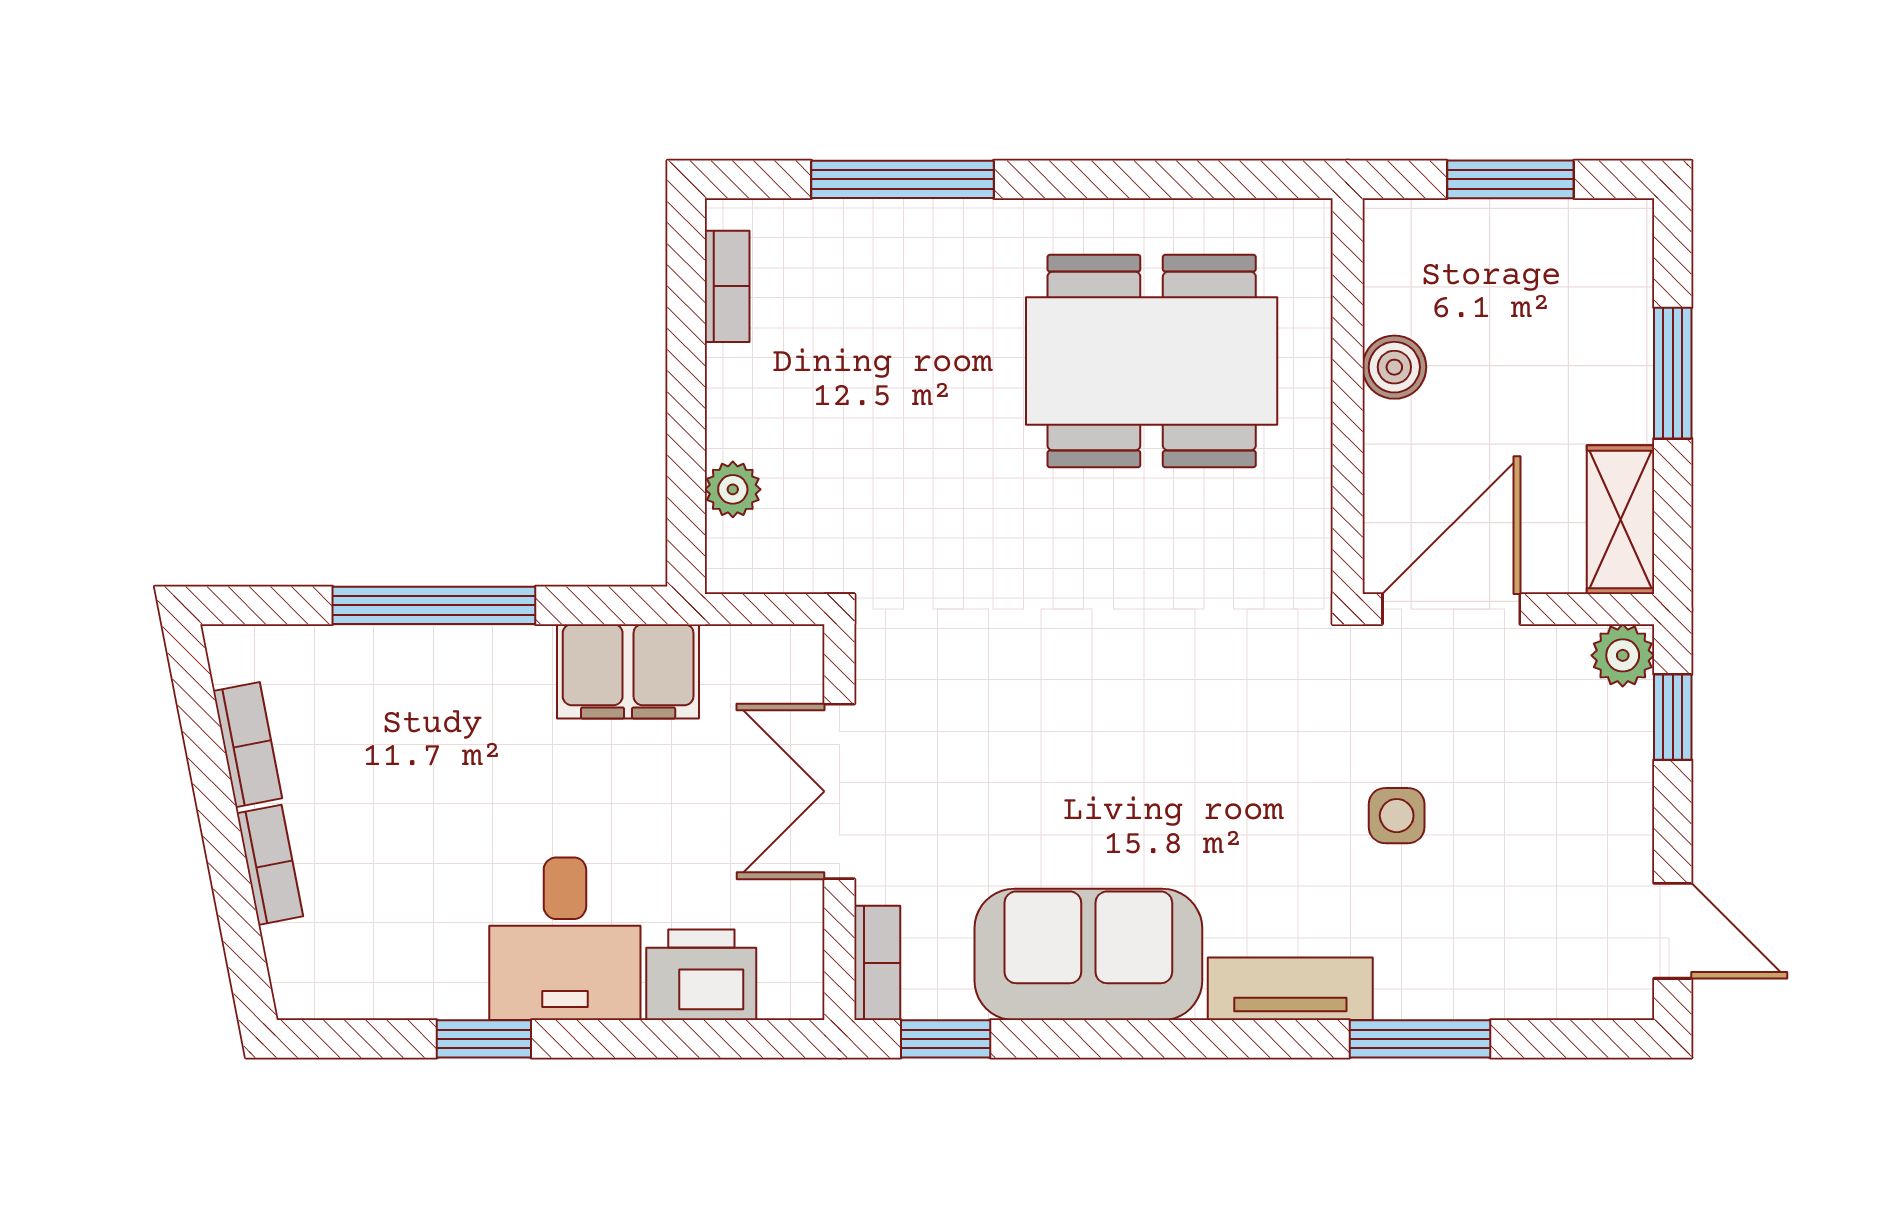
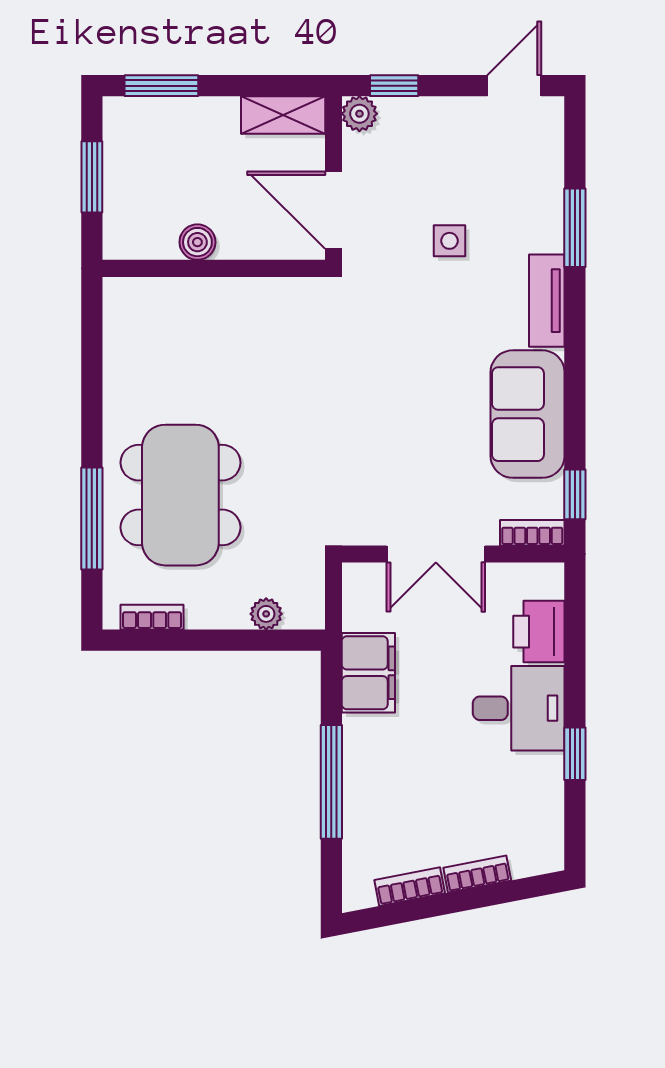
dining table: (1152, 361) -> (180, 495), moved
window: (1673, 373) -> (161, 86), moved

